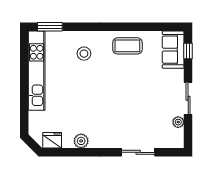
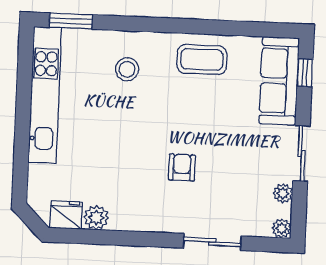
sofa: (173, 50) -> (279, 81), width x1.36
armchair: (119, 109) -> (182, 167), added
plant: (81, 141) -> (96, 218), moved
plant: (178, 143) -> (282, 228), added

